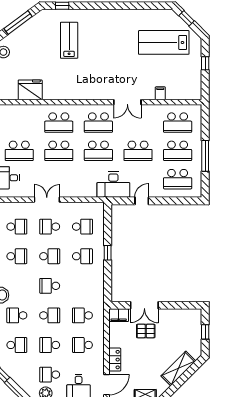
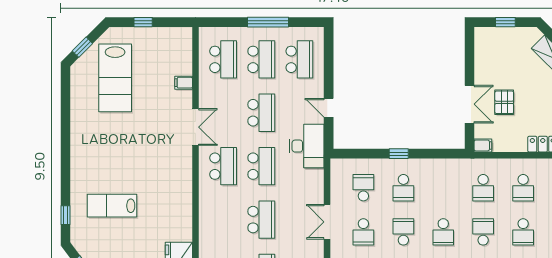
school desk: (59, 123) -> (223, 220), removed
double door: (47, 200) -> (327, 222), moved
school desk: (82, 256) -> (403, 188), turned 180
filing cabinet: (119, 315) -> (483, 145), width x0.50

